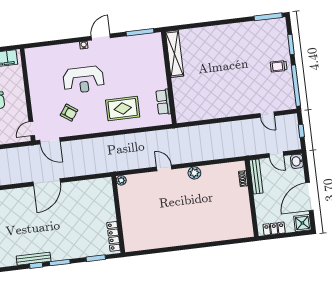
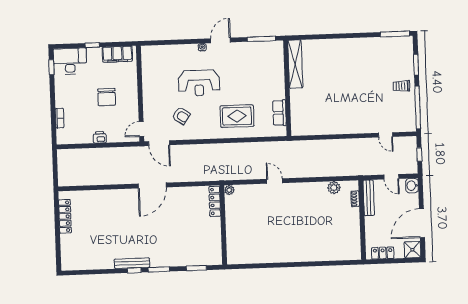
plant: (194, 173) -> (334, 188), moved
locker: (114, 236) -> (215, 201), moved

